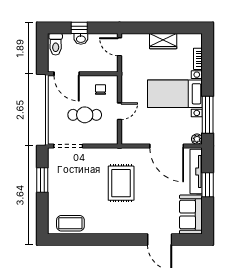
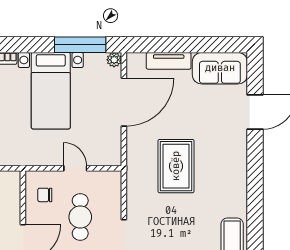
tv unit: (196, 171) -> (169, 61), width x0.71
rug: (121, 183) -> (176, 166), turned 90
window: (208, 185) -> (178, 45), removed

